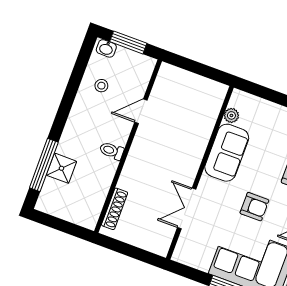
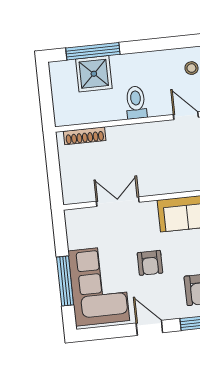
toilet: (112, 151) -> (136, 102), width x1.37, depth x1.39
shower: (61, 168) -> (94, 74), width x1.36, depth x1.36

